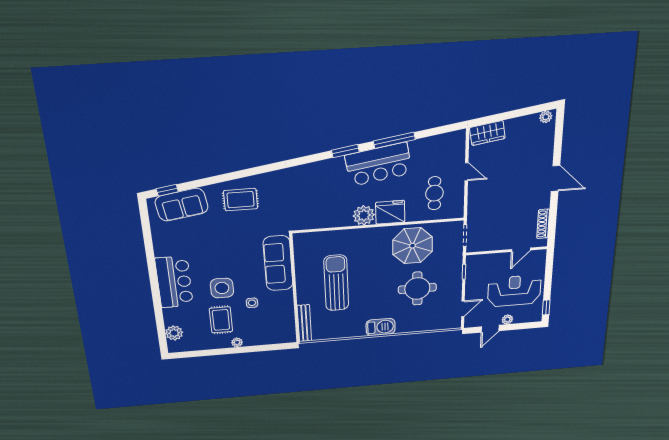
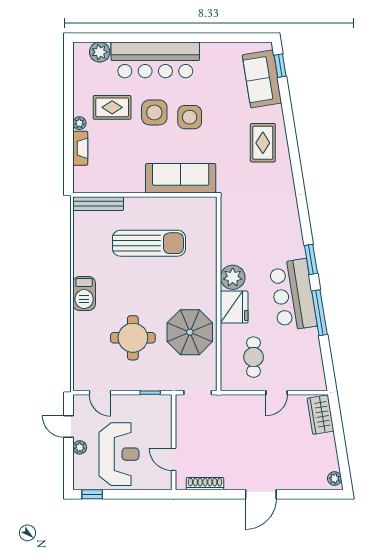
cafe table: (434, 193) -> (254, 357), turned 90
bar counter: (174, 282) -> (155, 60), width x1.36
side table: (252, 303) -> (190, 117), moved, width x1.87, depth x1.87
fireplace: (258, 340) -> (80, 148), added

